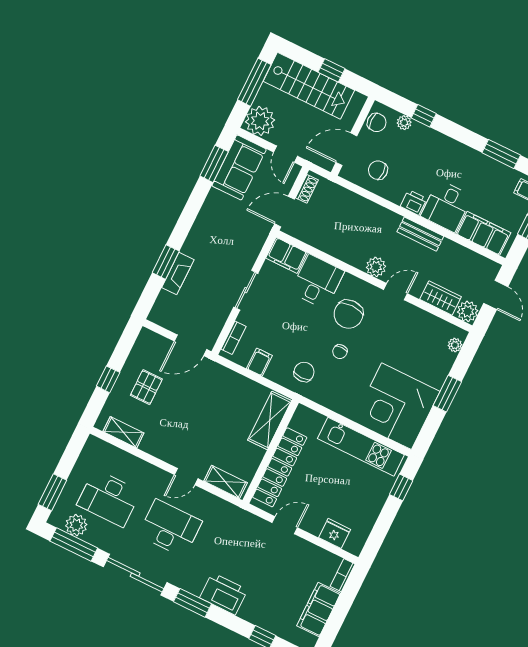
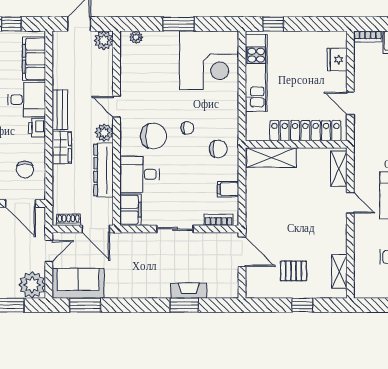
dresser: (339, 248) -> (104, 170), added
wardrobe: (441, 298) -> (62, 147), moved, turned 180
chair: (304, 372) -> (218, 149), turned 180

